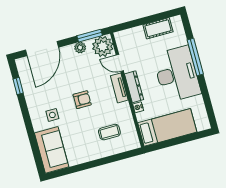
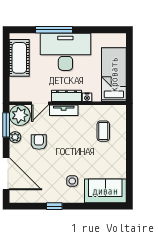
cot: (158, 28) -> (19, 58), width x1.37, depth x1.34
window: (18, 86) -> (54, 206), moved
armchair: (82, 100) -> (39, 142), moved

